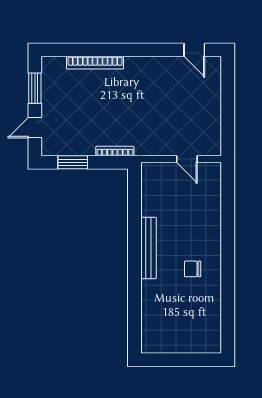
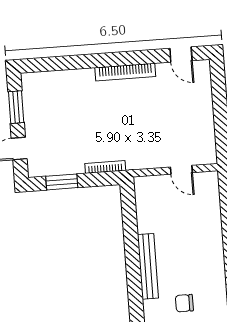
bookcase: (95, 63) -> (125, 72), moved
chair: (193, 269) -> (184, 303), moved

